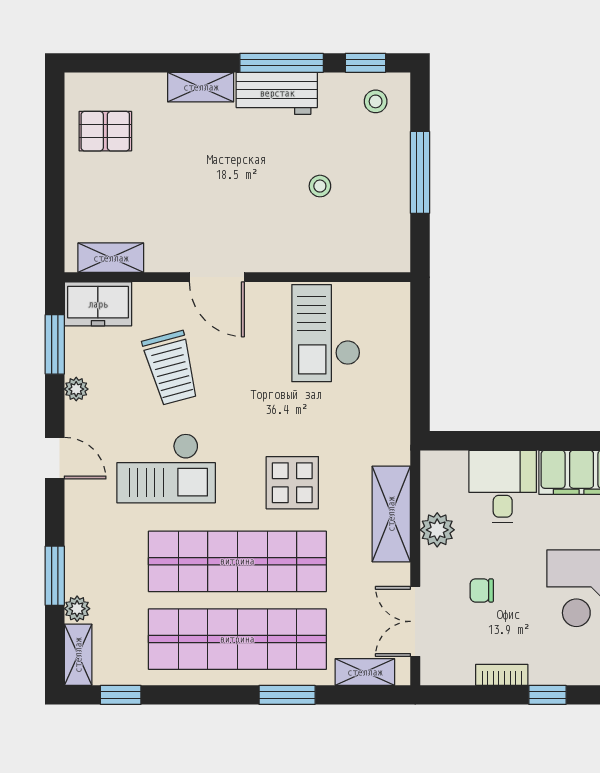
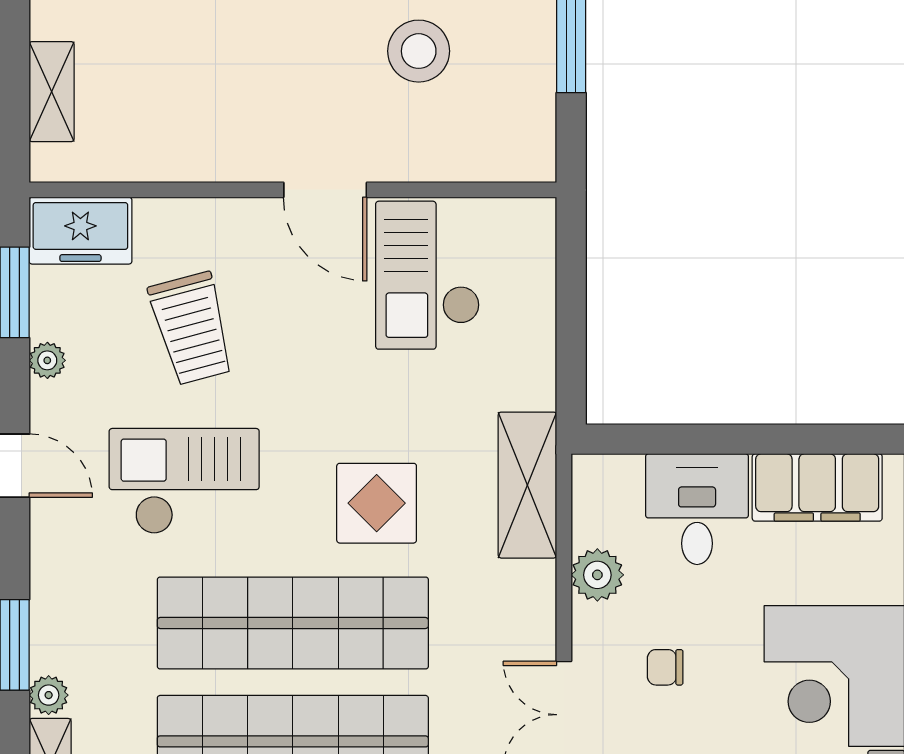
stool: (320, 186) -> (419, 51), width x1.89, depth x1.89
shelving: (111, 258) -> (52, 92), moved, turned 90
door: (217, 277) -> (325, 190), moved
checkout: (166, 468) -> (184, 481), turned 180
shelving: (391, 514) -> (527, 485), moved

